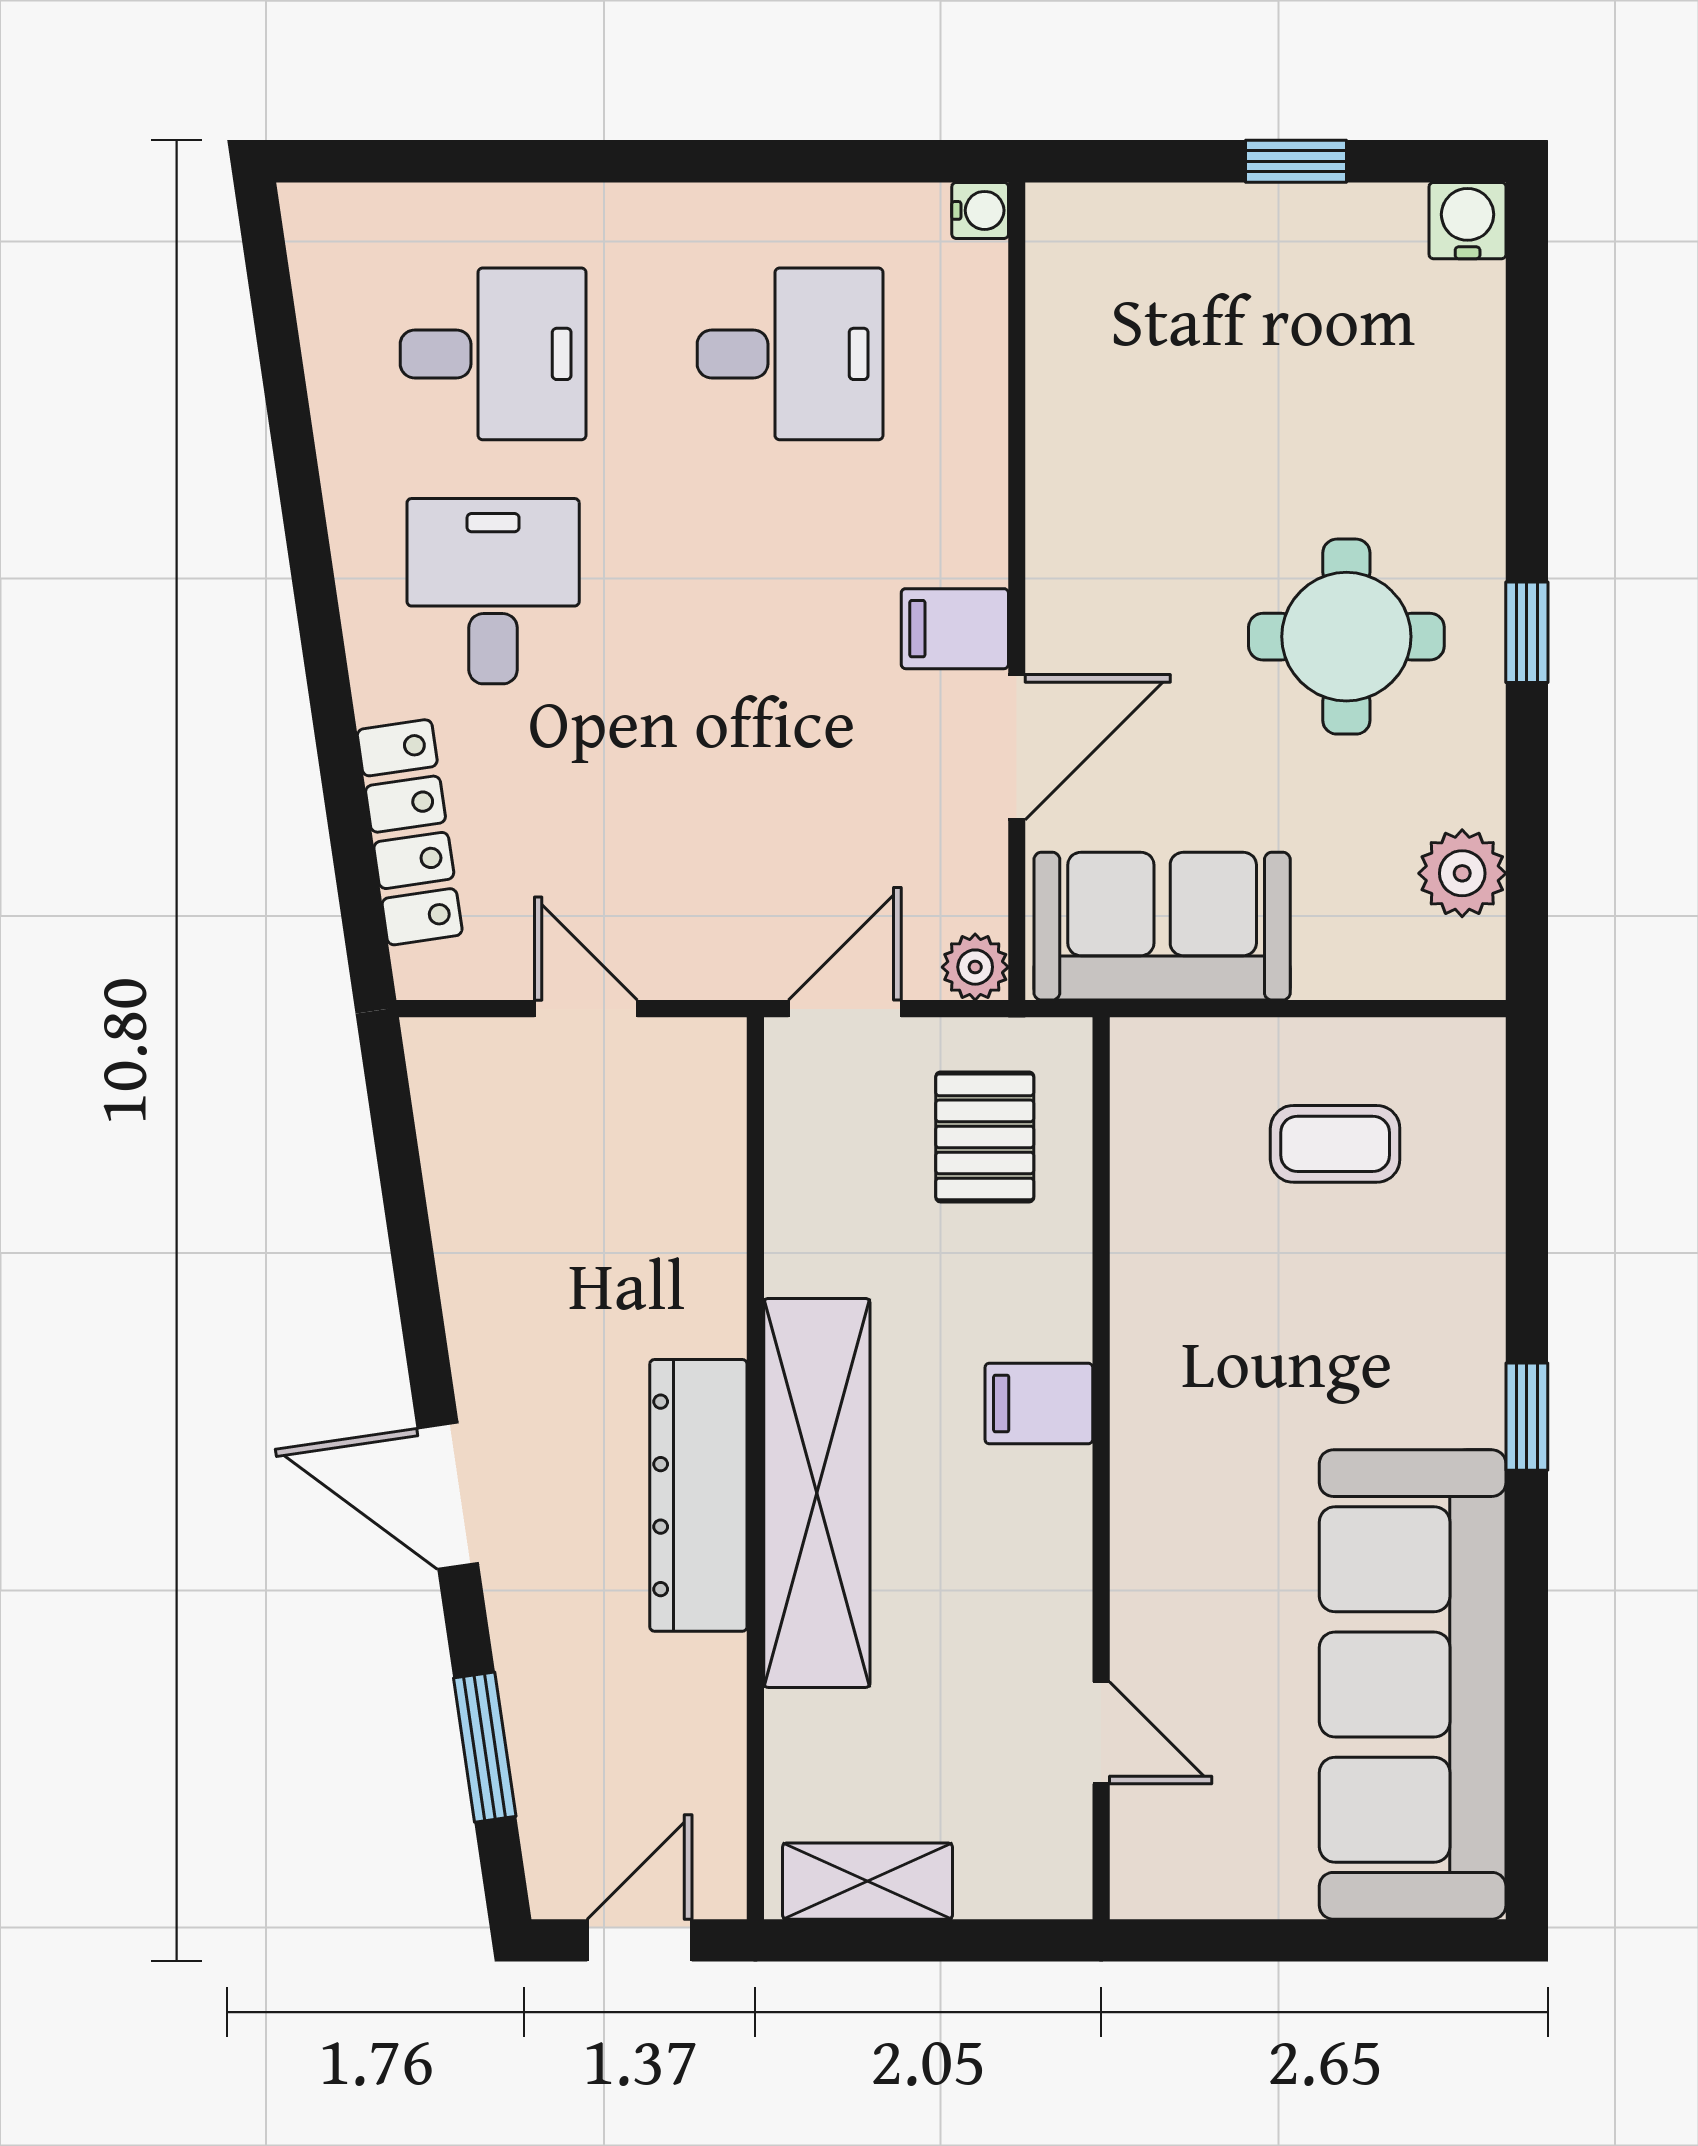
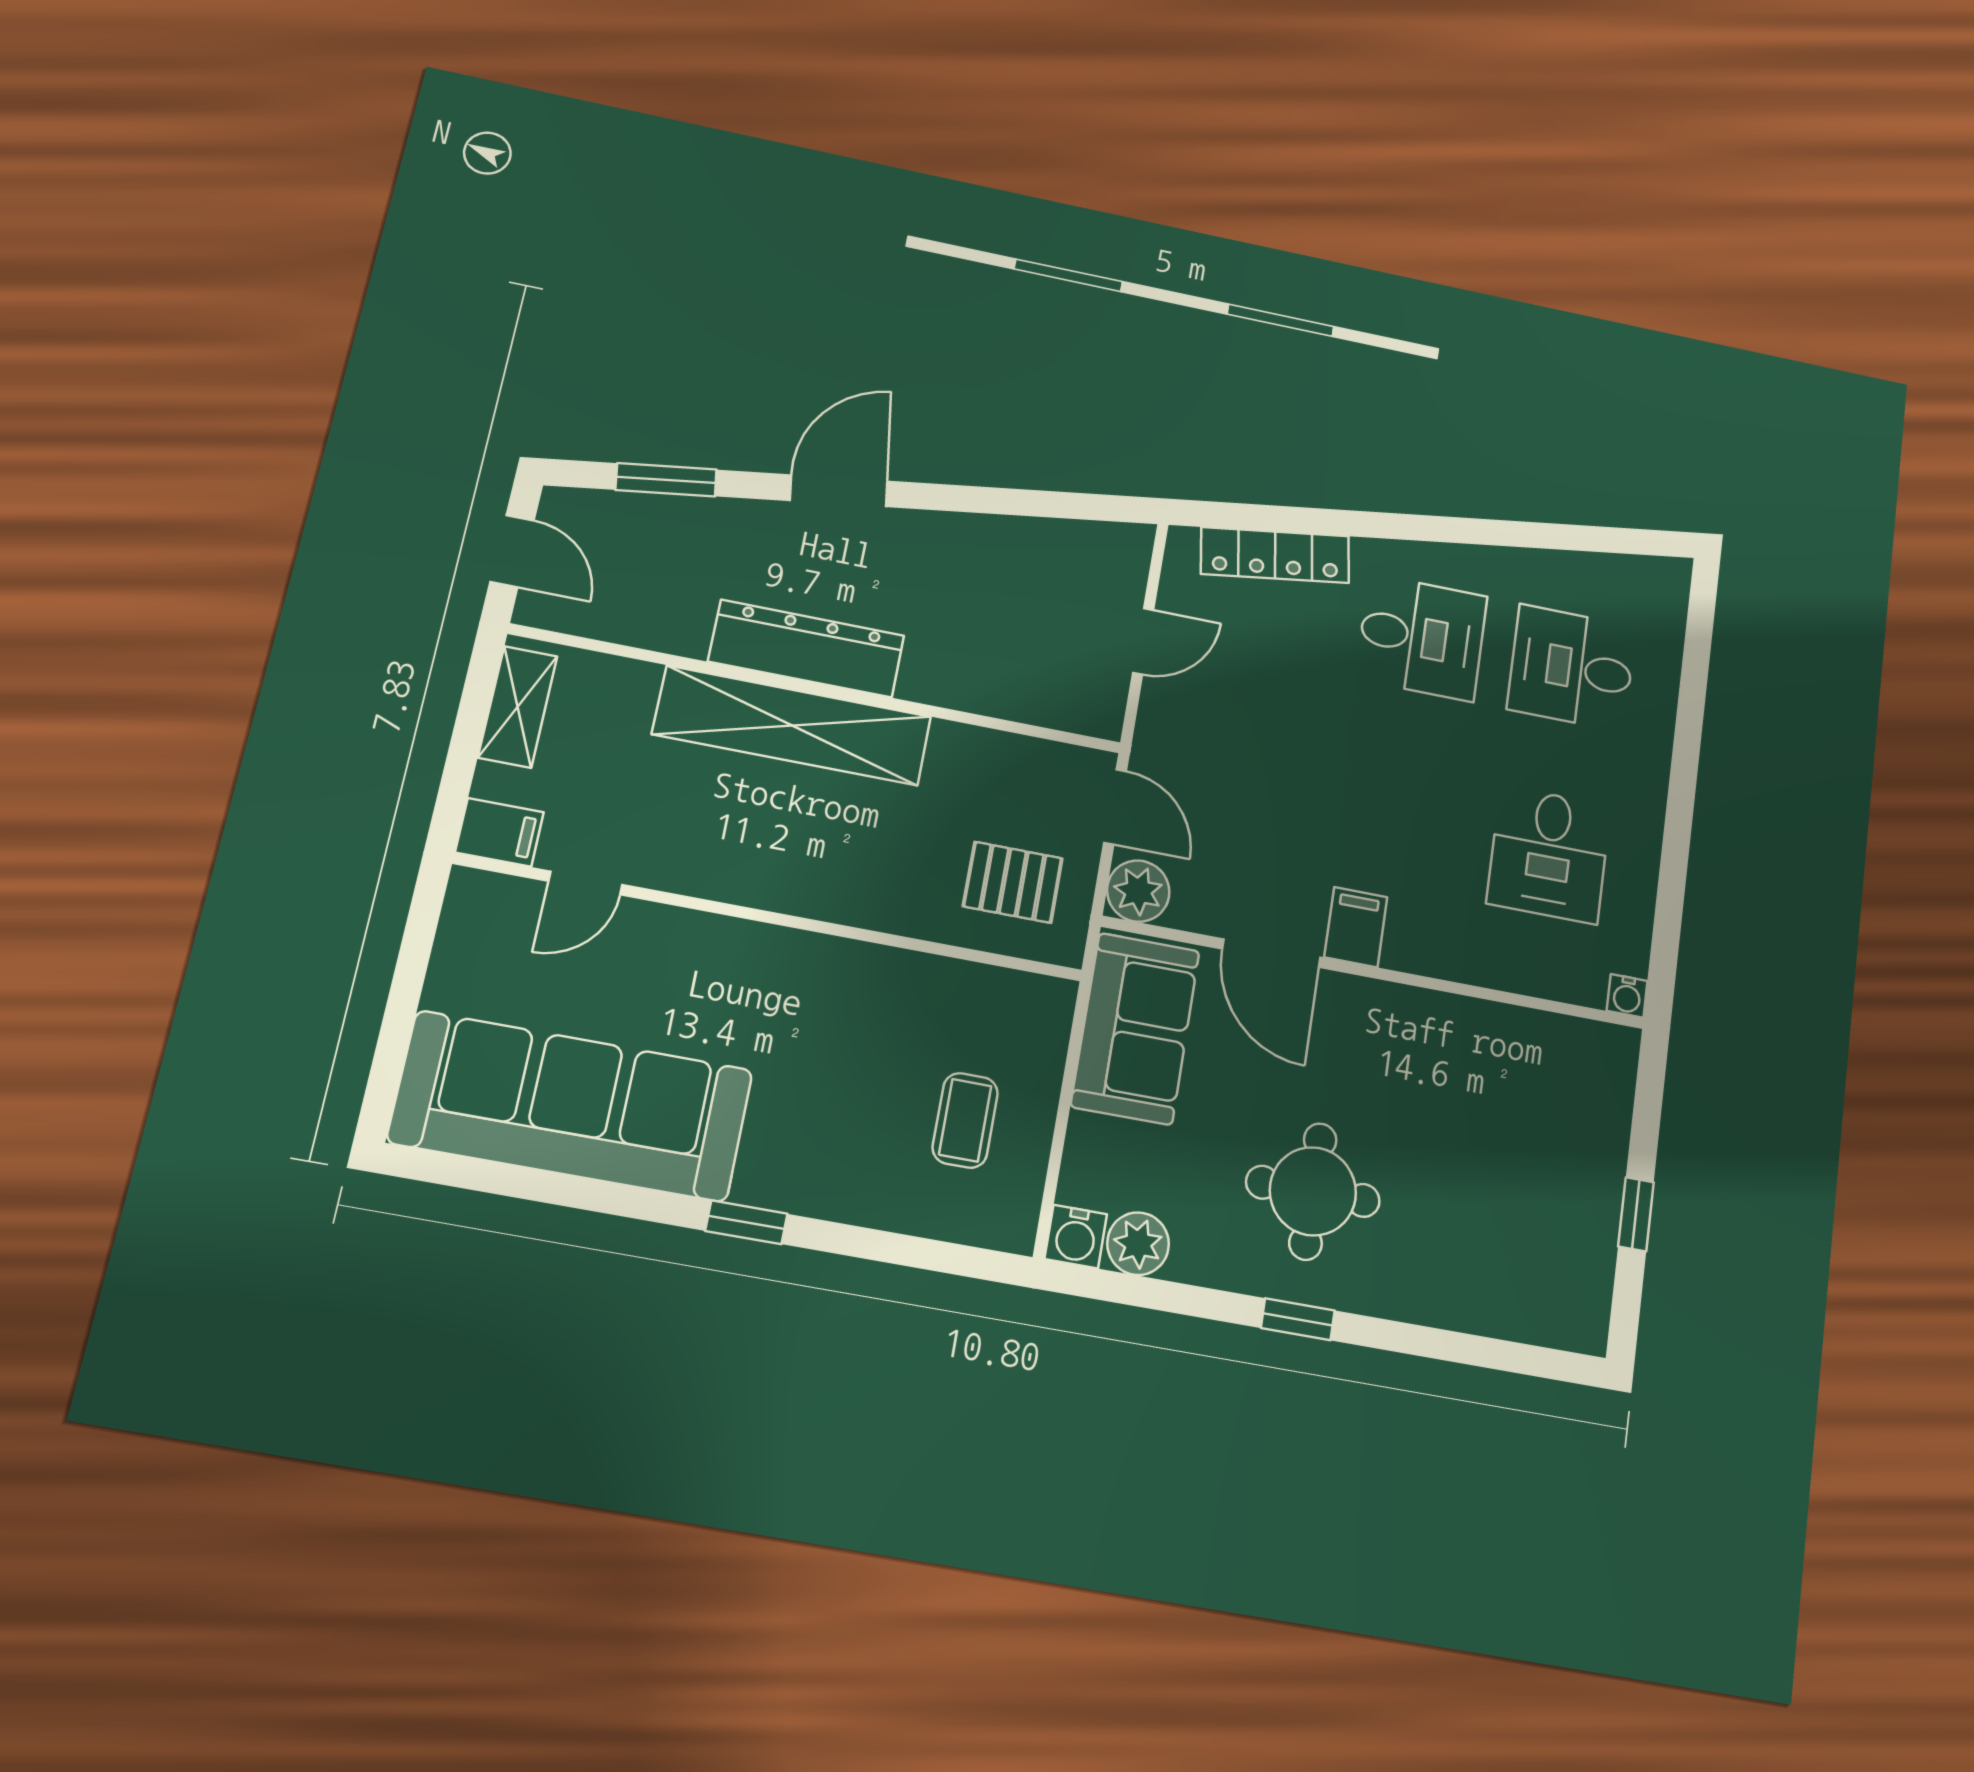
water cooler: (1468, 221) -> (1076, 1236), moved, turned 90
desk: (493, 354) -> (1572, 668), turned 90
plant: (975, 967) -> (1138, 891), width x1.38, depth x1.38
filing cabinet: (1039, 1404) -> (499, 832), moved, turned 90

